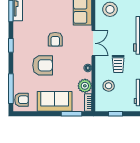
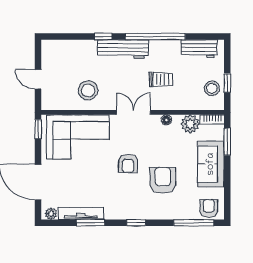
armchair: (55, 39) -> (128, 163), turned 91
stool: (109, 86) -> (212, 88), moved

